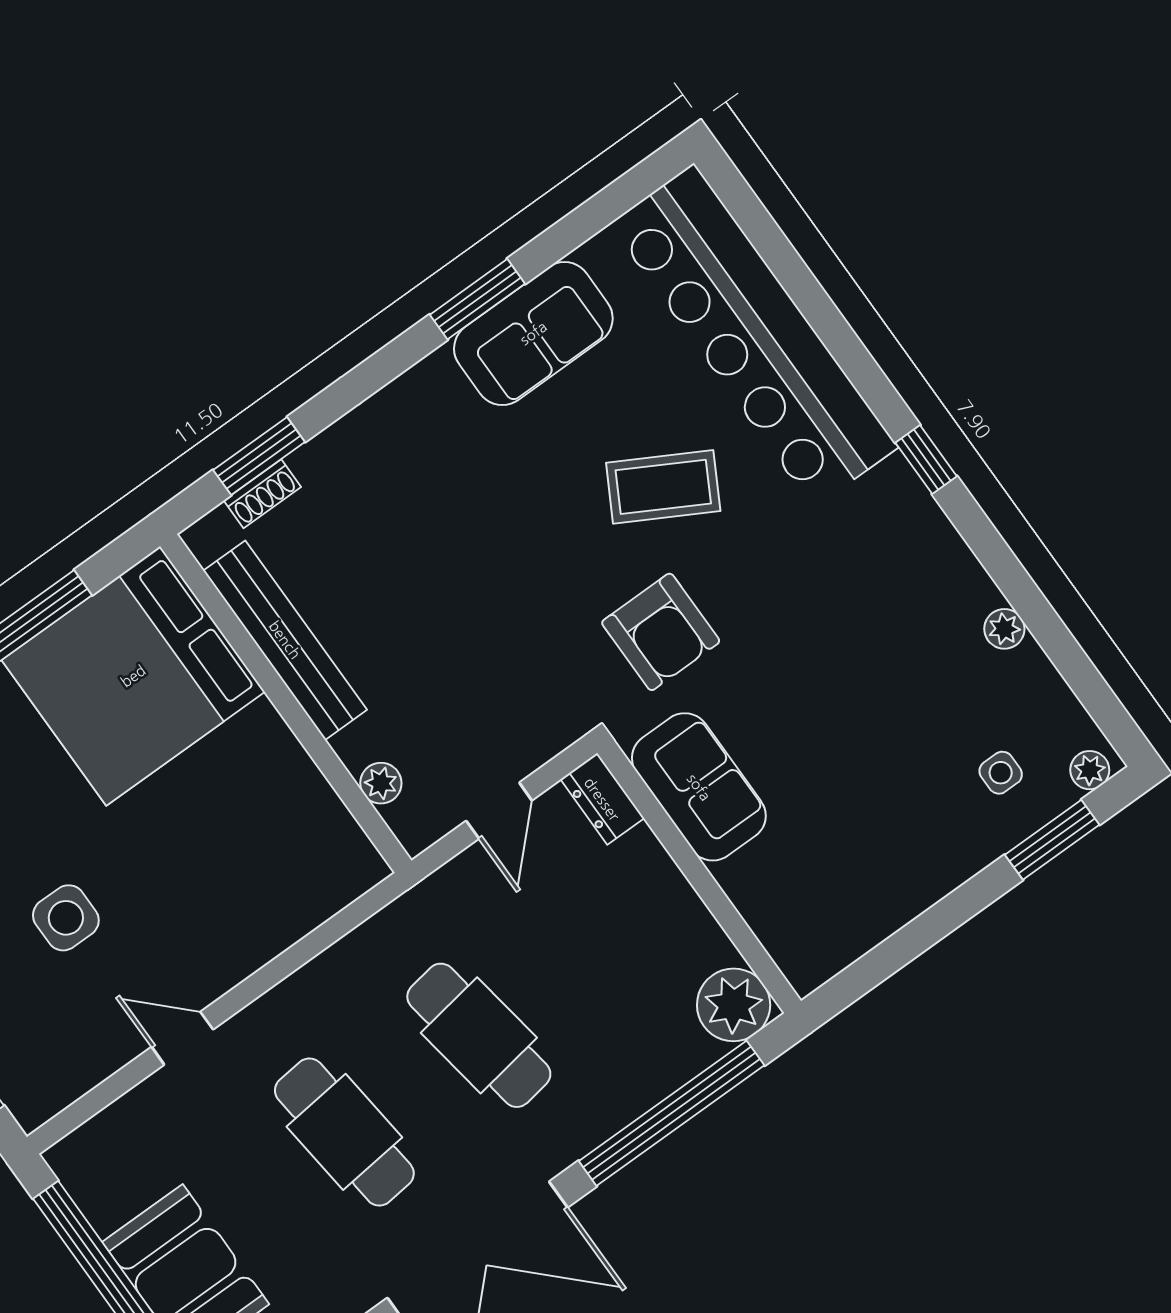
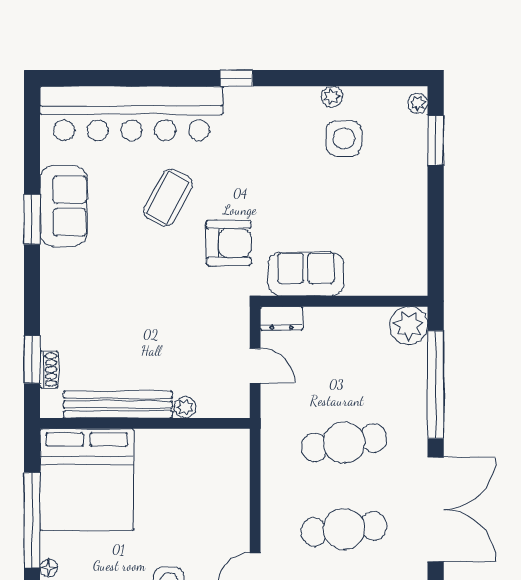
side table: (1001, 773) -> (344, 139), moved, width x1.87, depth x1.87
plant: (381, 783) -> (185, 407), moved

